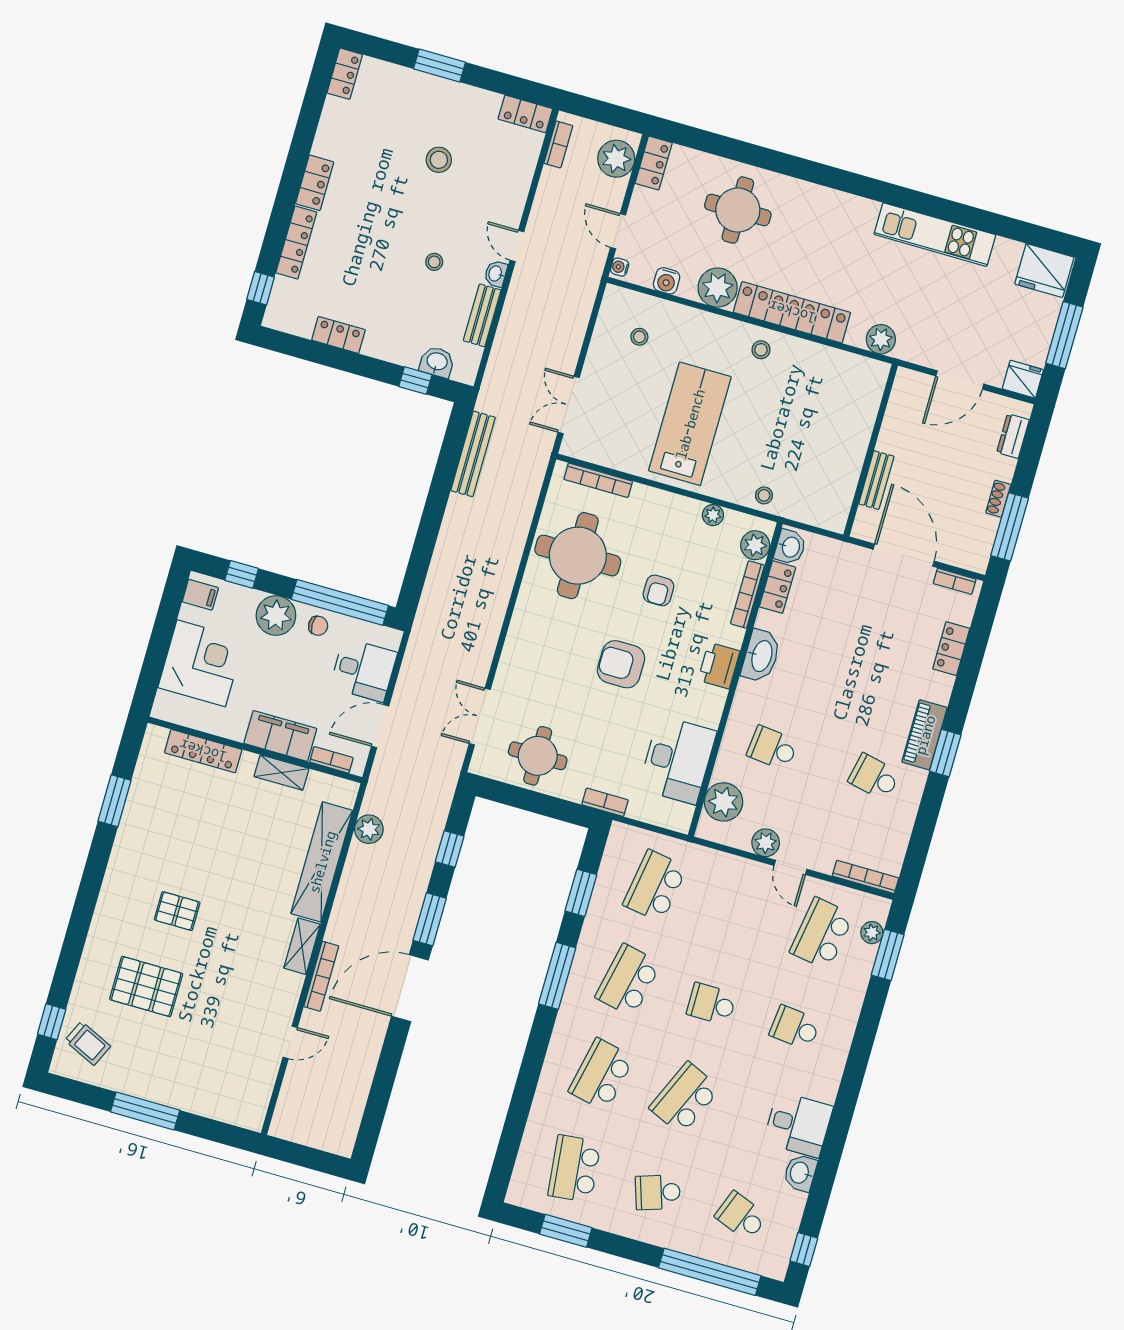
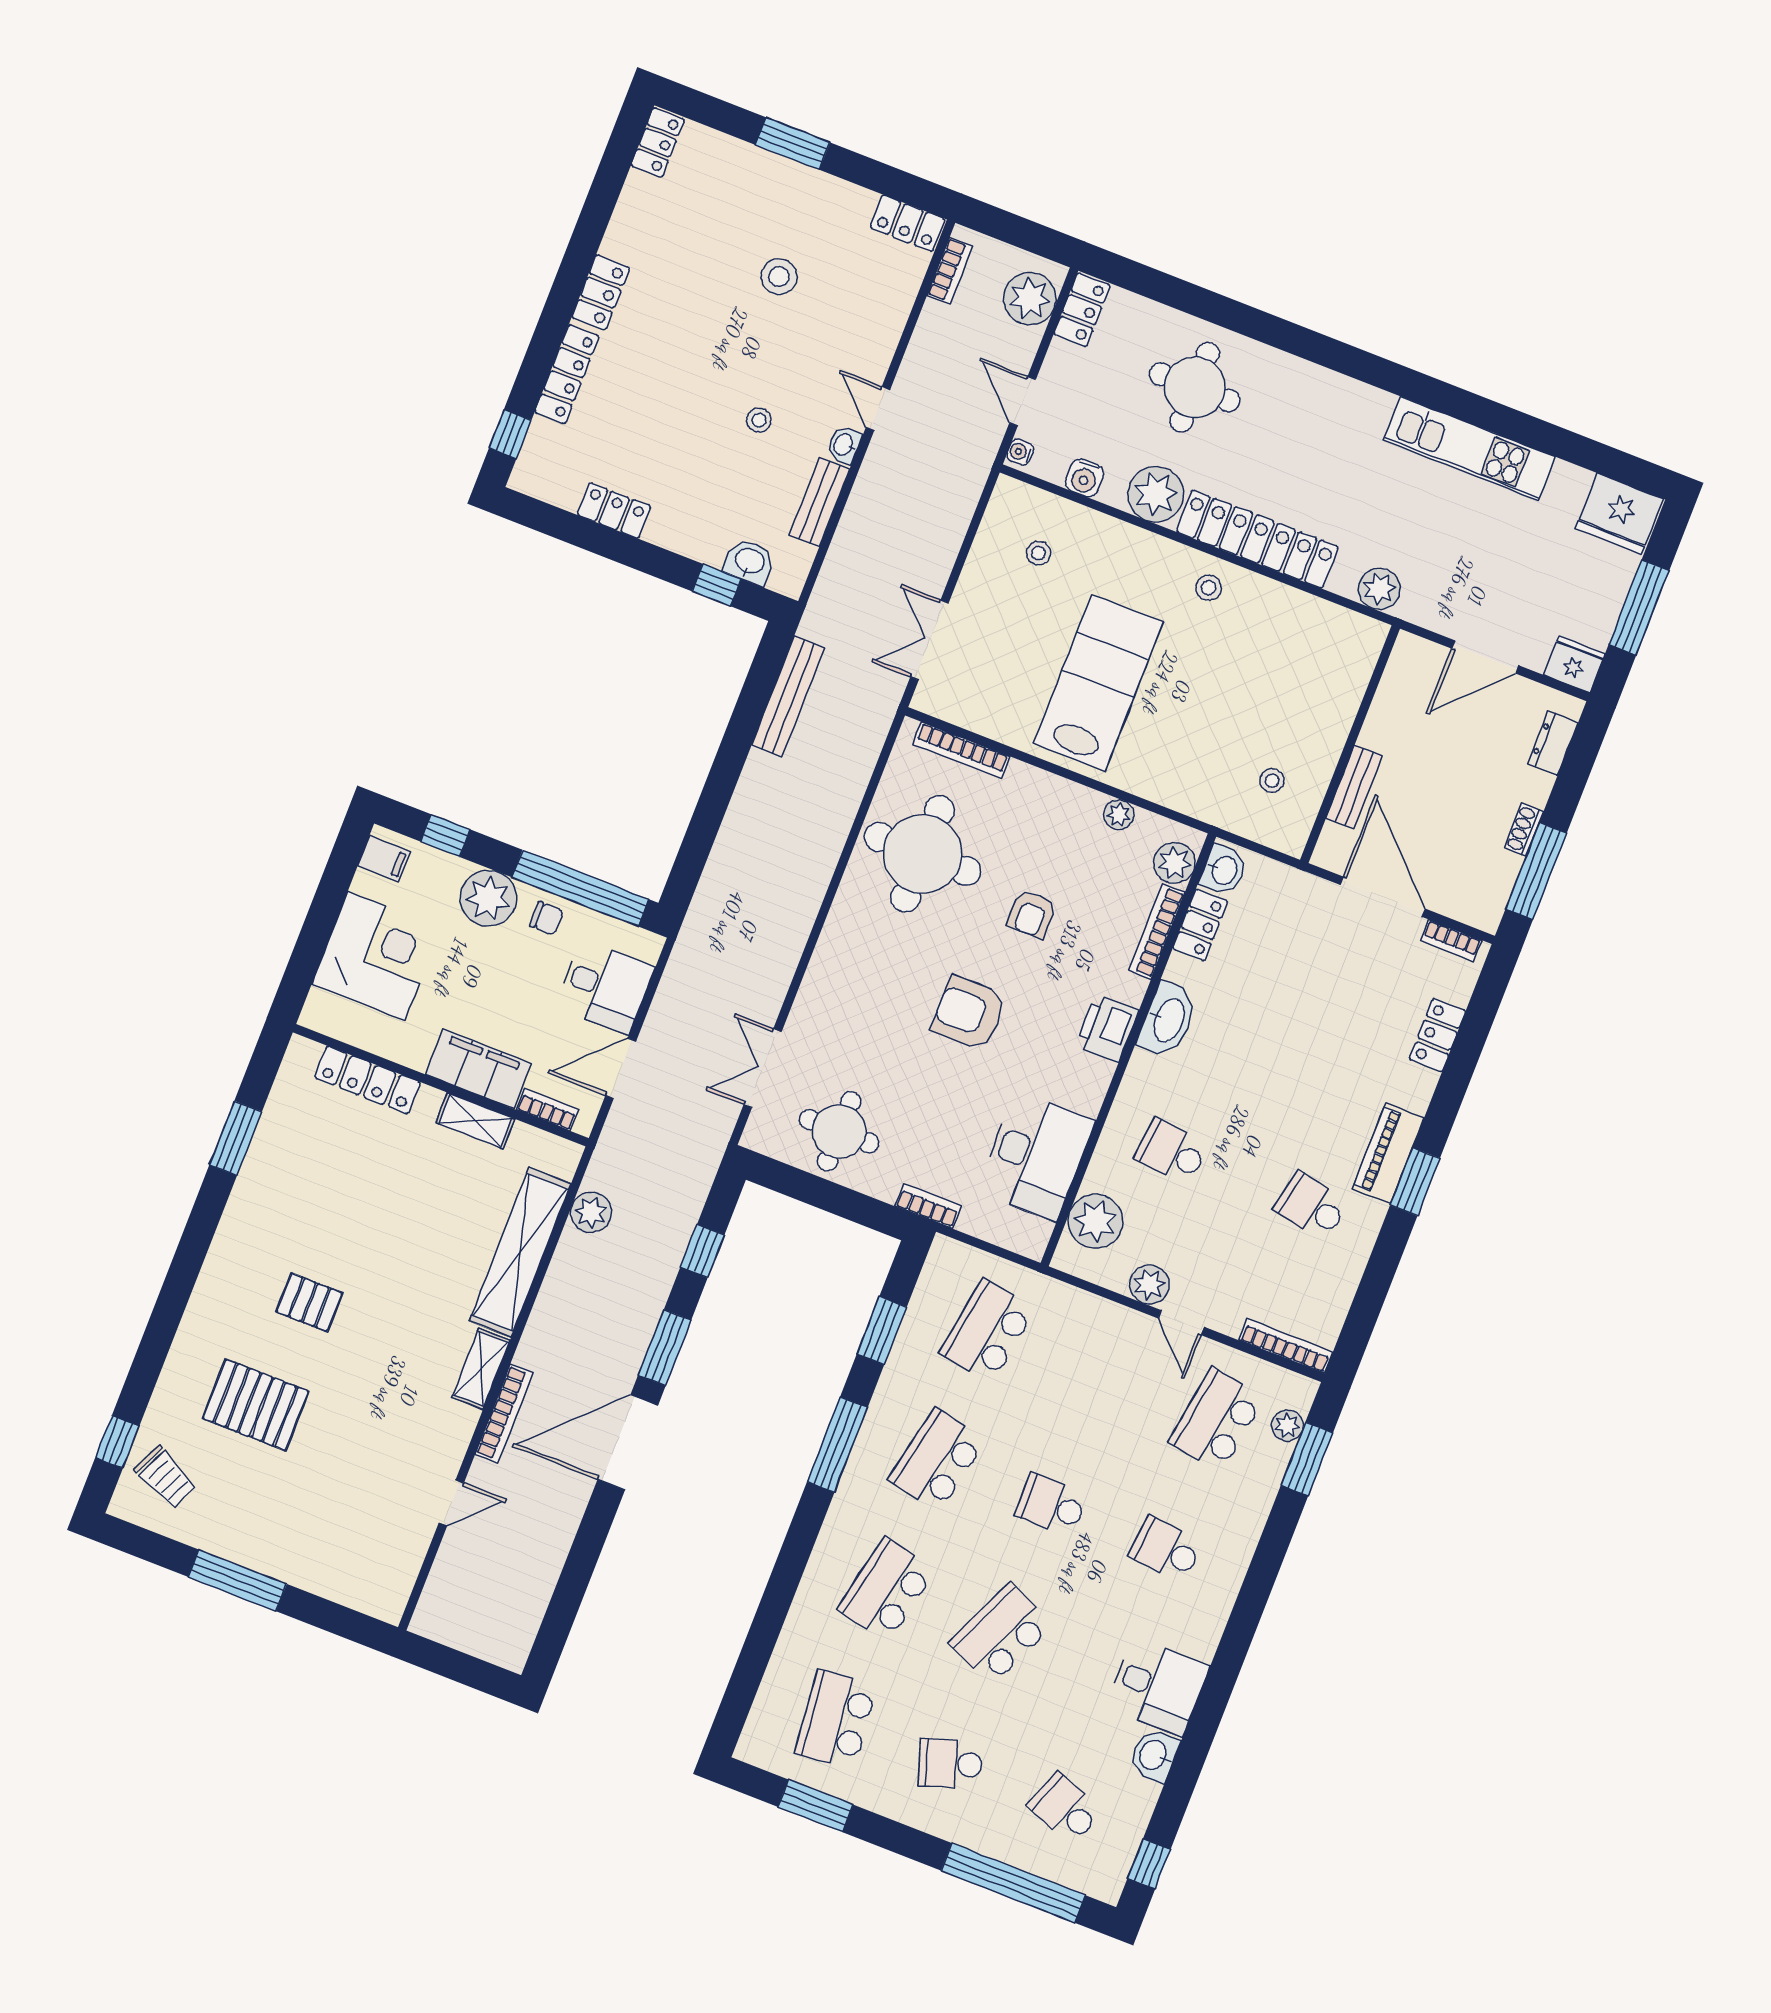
stool: (764, 495) -> (1272, 781), moved

